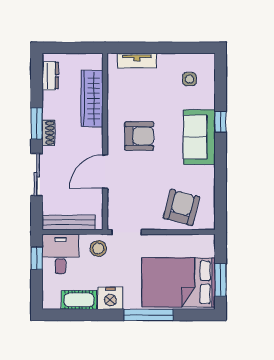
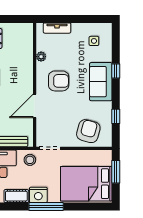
wardrobe: (92, 99) -> (25, 55), removed
plant: (114, 101) -> (41, 57), added
window: (221, 187) -> (116, 116), added
window: (221, 280) -> (116, 172), moved
window: (149, 315) -> (46, 207), moved

